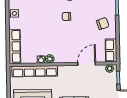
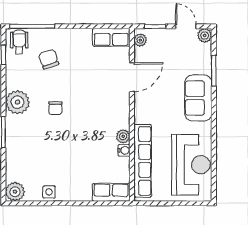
chair: (103, 24) -> (49, 59), moved
row of seats: (15, 46) -> (111, 192), width x0.68
door: (87, 64) -> (132, 77), swing flipped

